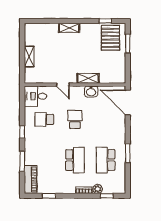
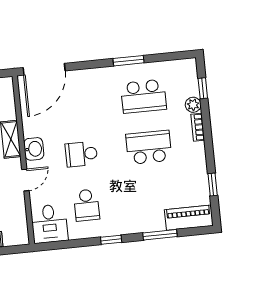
washbasin: (91, 91) -> (34, 149), moved

